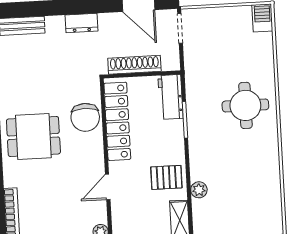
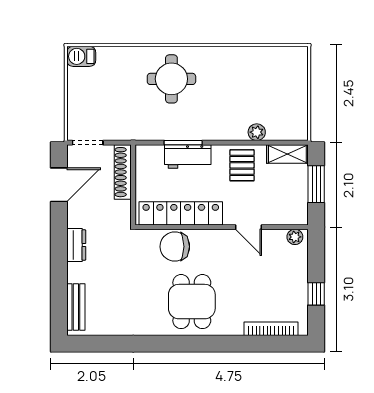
shoe rack: (134, 65) -> (123, 172), moved
workbench: (170, 97) -> (188, 157), moved
chair: (85, 117) -> (175, 247), turned 180

